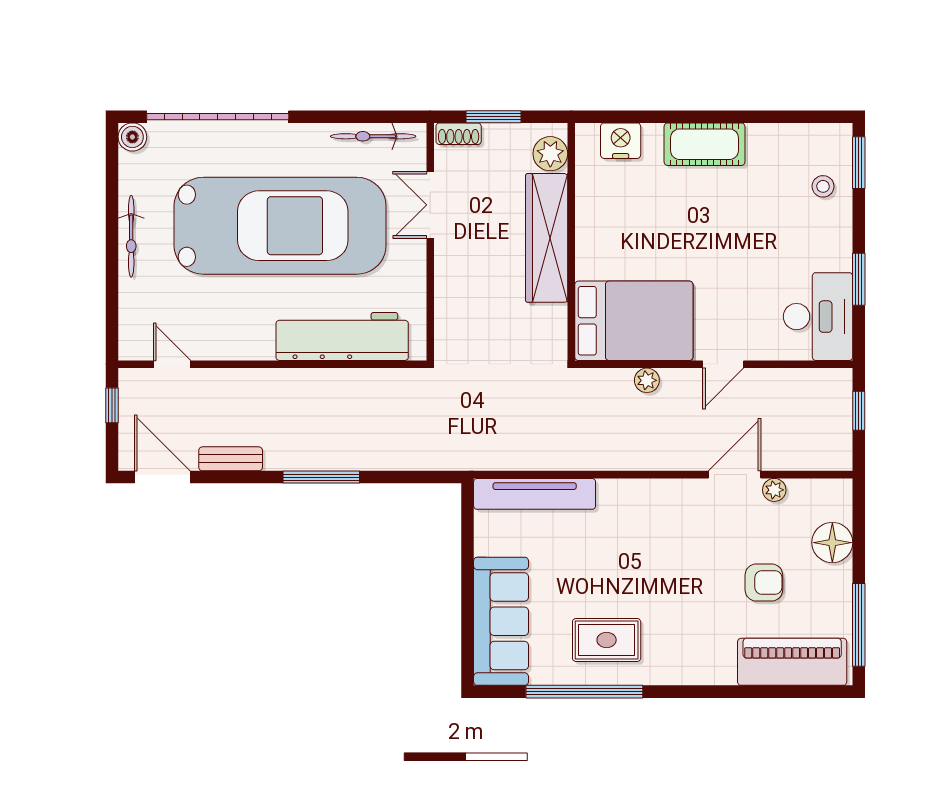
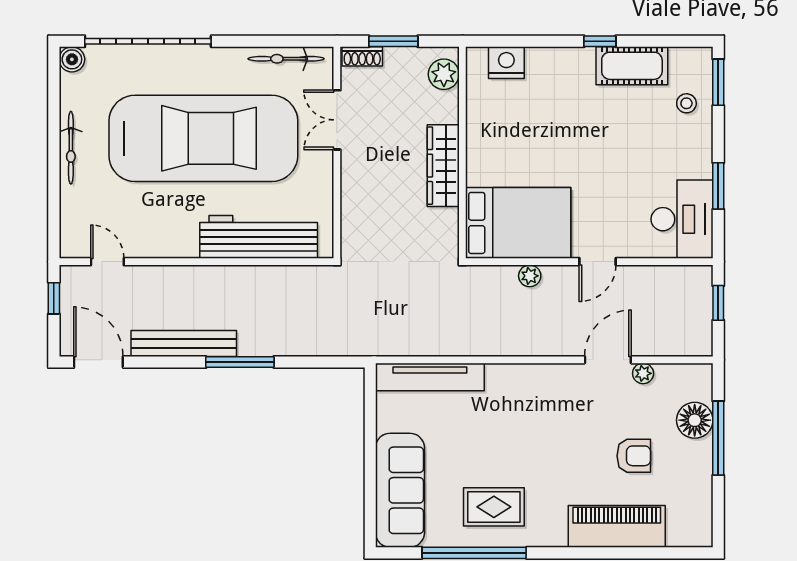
window: (726, 117) -> (600, 41), added
cot: (705, 144) -> (632, 66), moved
wardrobe: (547, 238) -> (443, 166), width x0.71, depth x0.85
bench: (231, 459) -> (184, 343), width x1.86, depth x1.21
window: (859, 625) -> (718, 438), moved
piano: (792, 662) -> (617, 526), moved

